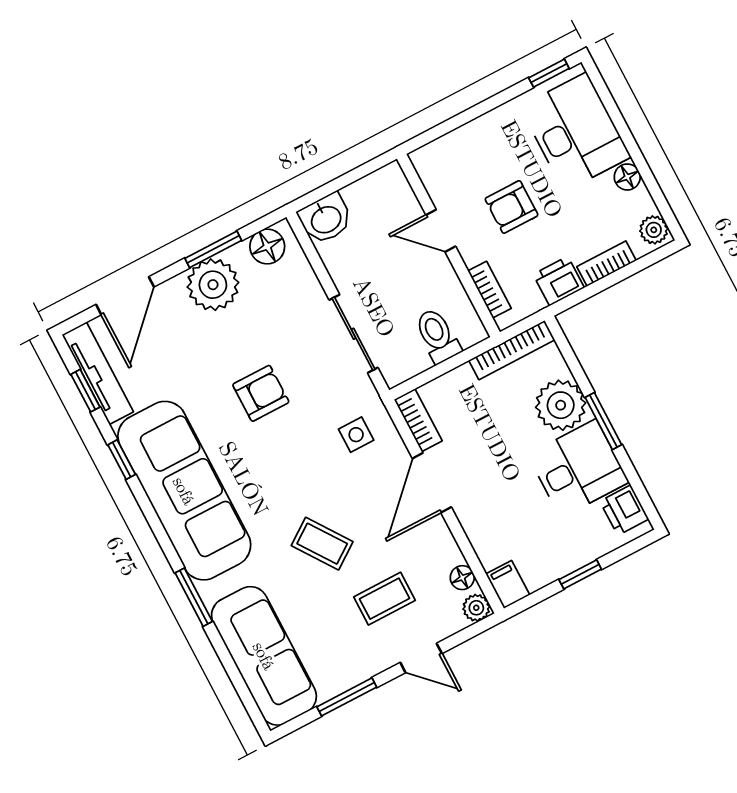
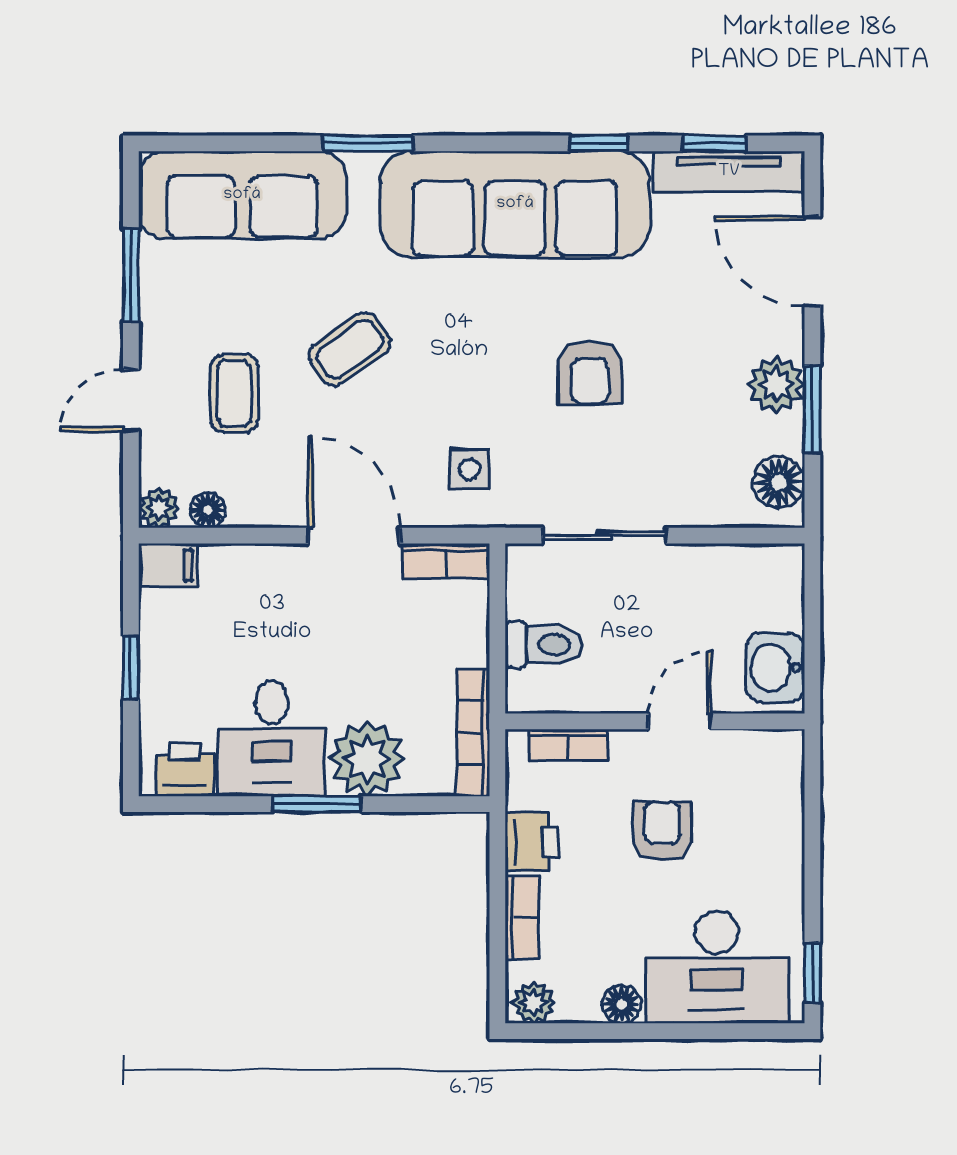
washbasin: (326, 219) -> (775, 668), moved
plant: (213, 285) -> (776, 384), width x0.73, depth x0.73

